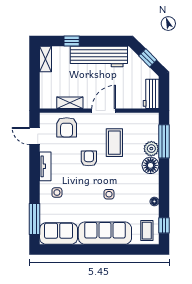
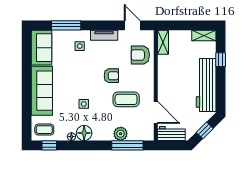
shelving: (70, 103) -> (163, 42), moved
door: (104, 111) -> (156, 112), moved
door: (35, 136) -> (132, 25), hinge flipped
floor lamp: (151, 165) -> (84, 133), moved
side table: (109, 194) -> (84, 104), moved
window: (35, 219) -> (66, 25), moved

